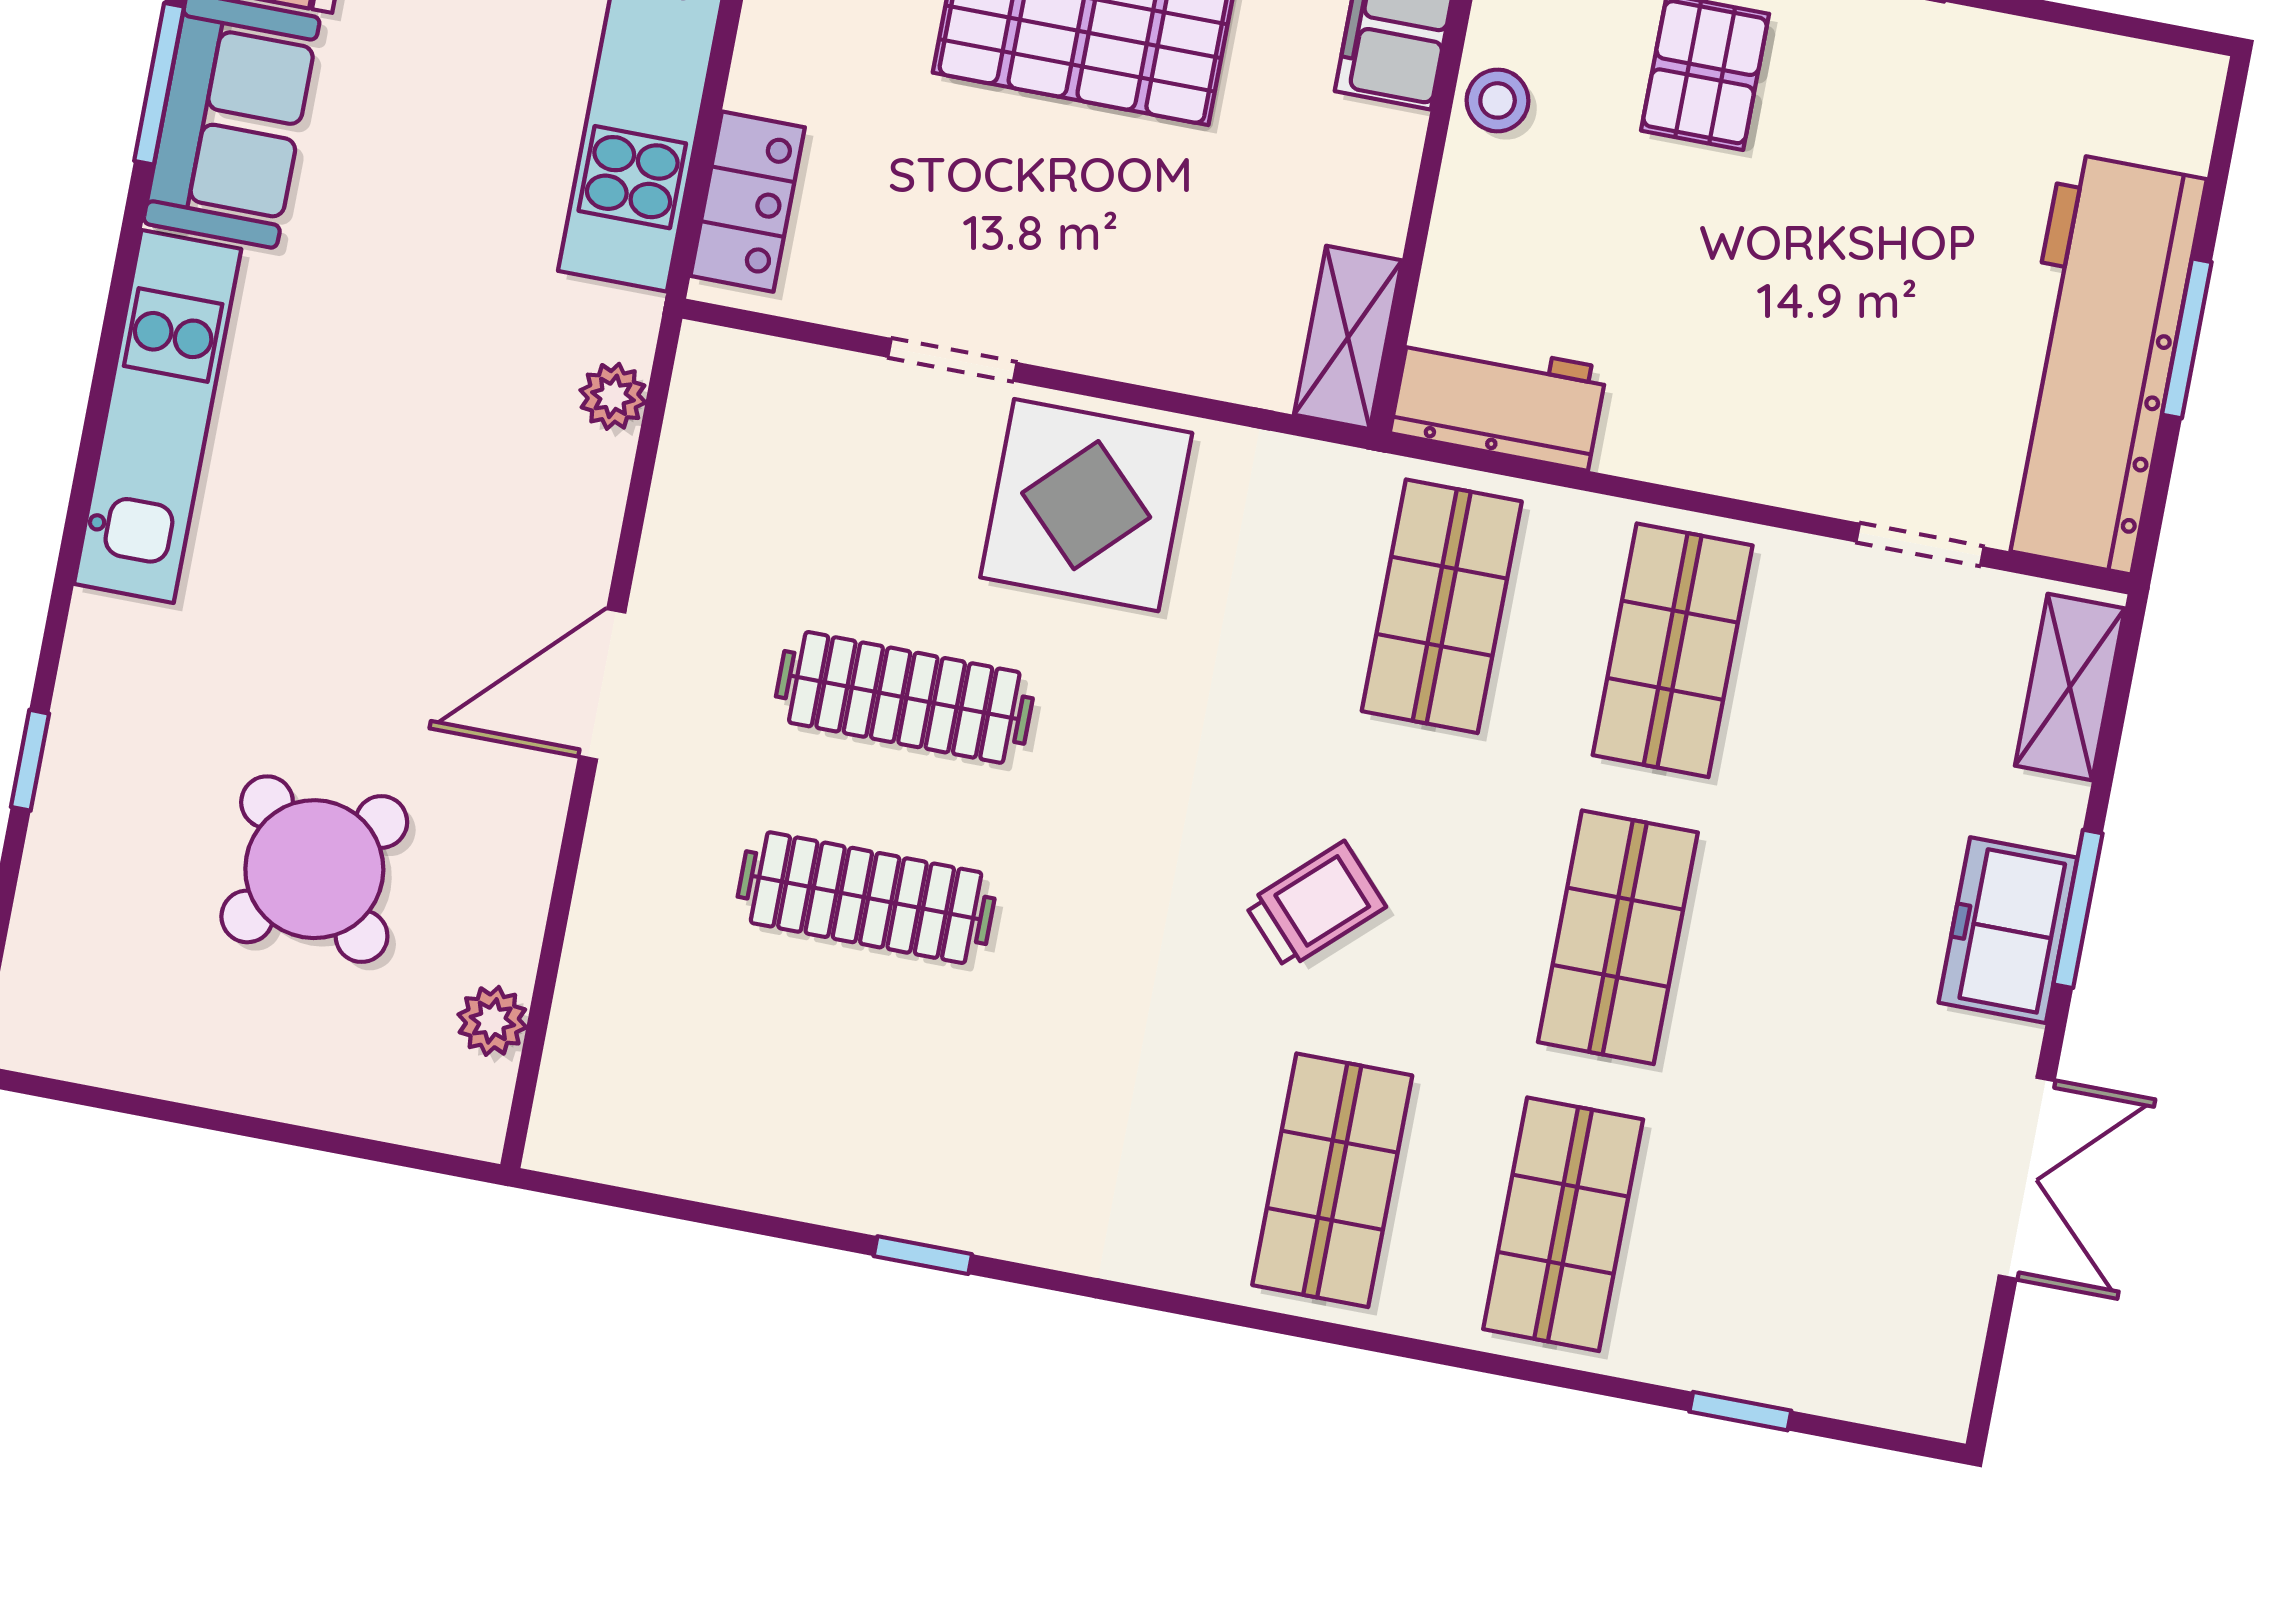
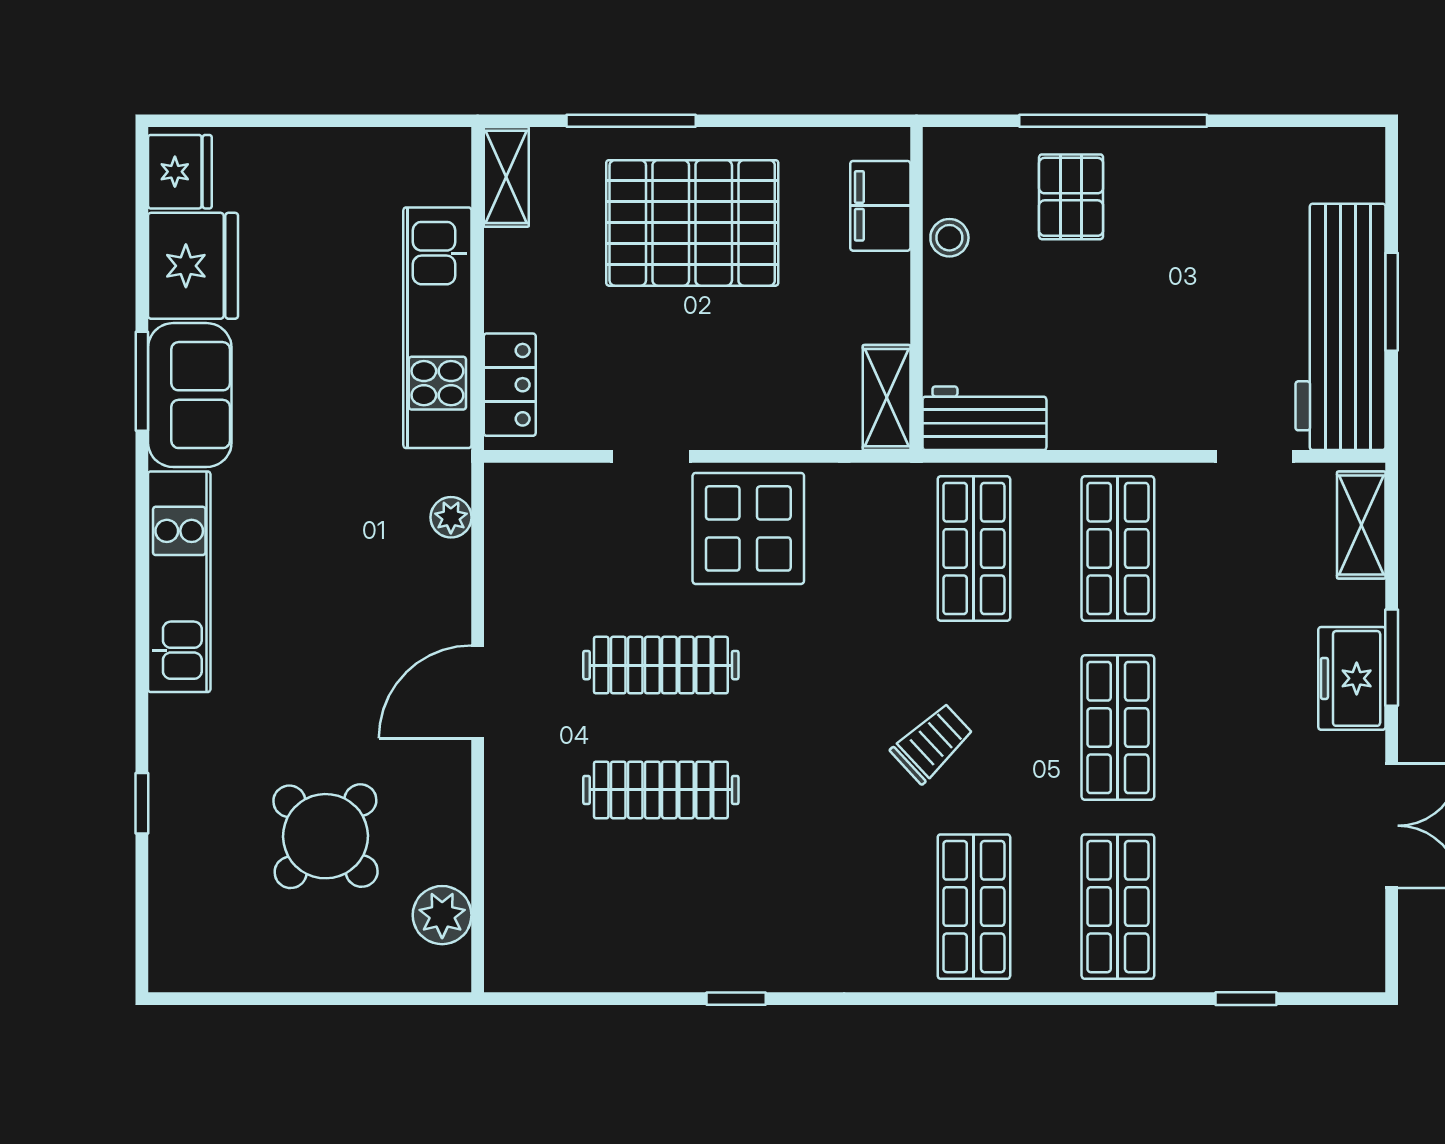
plant: (492, 1021) -> (442, 915), width x1.38, depth x1.38

